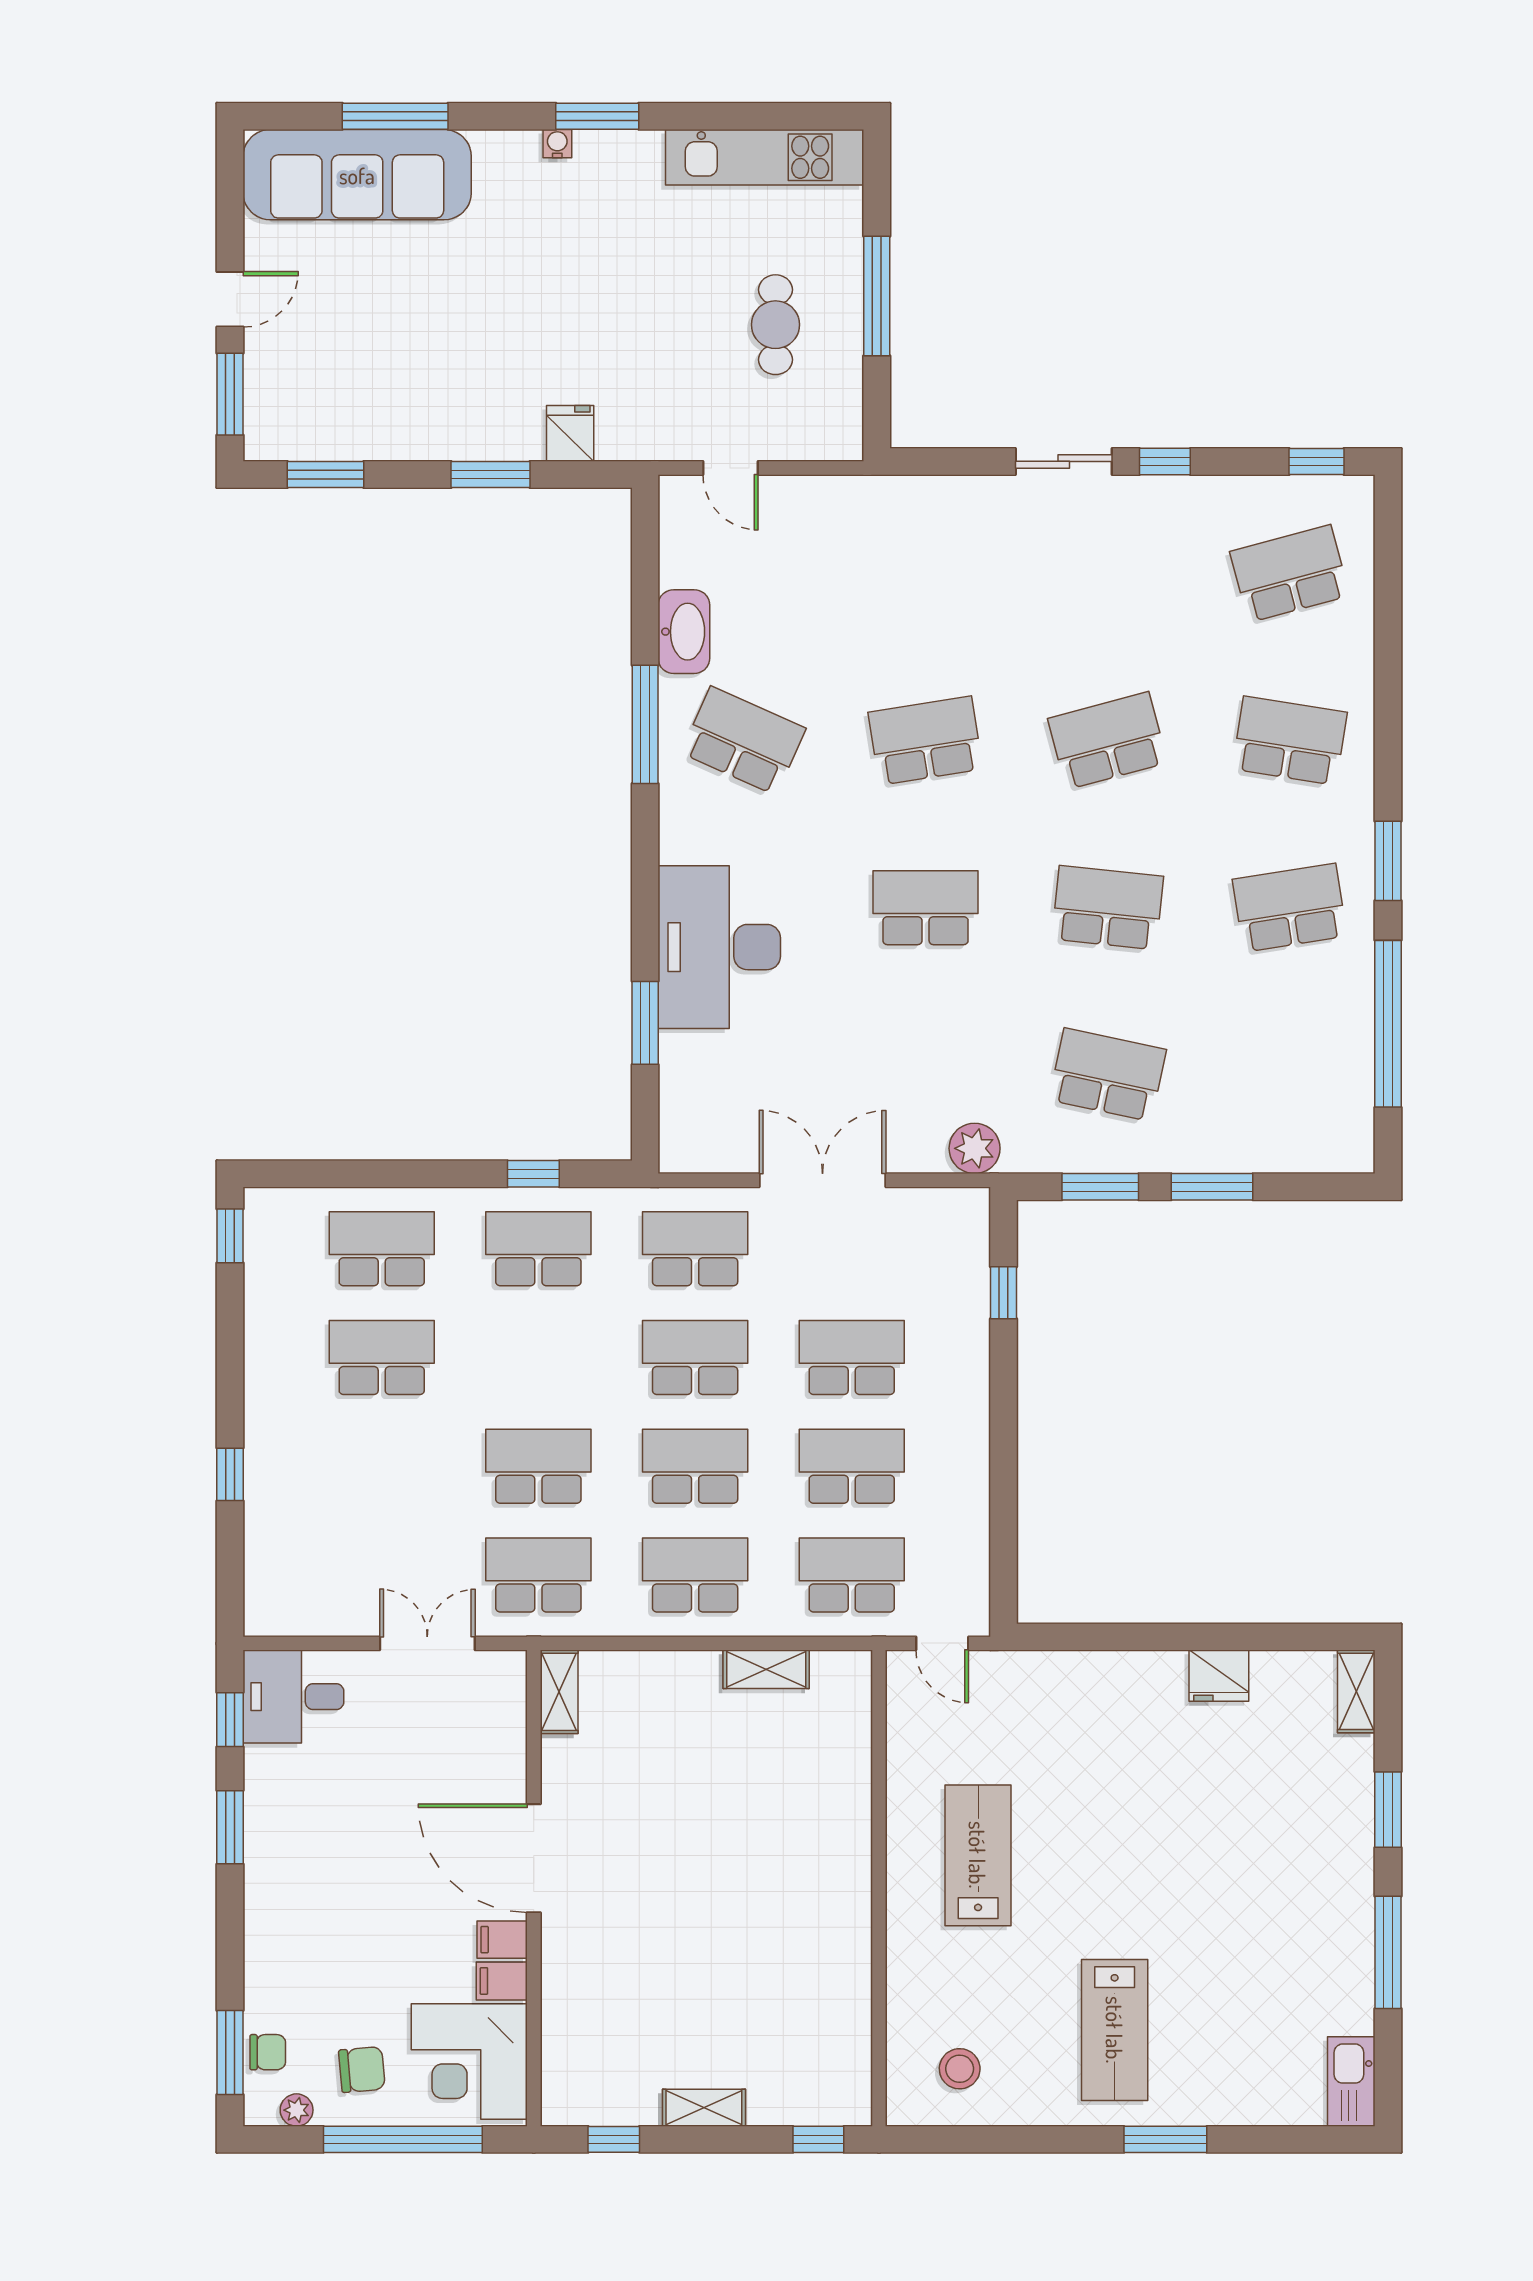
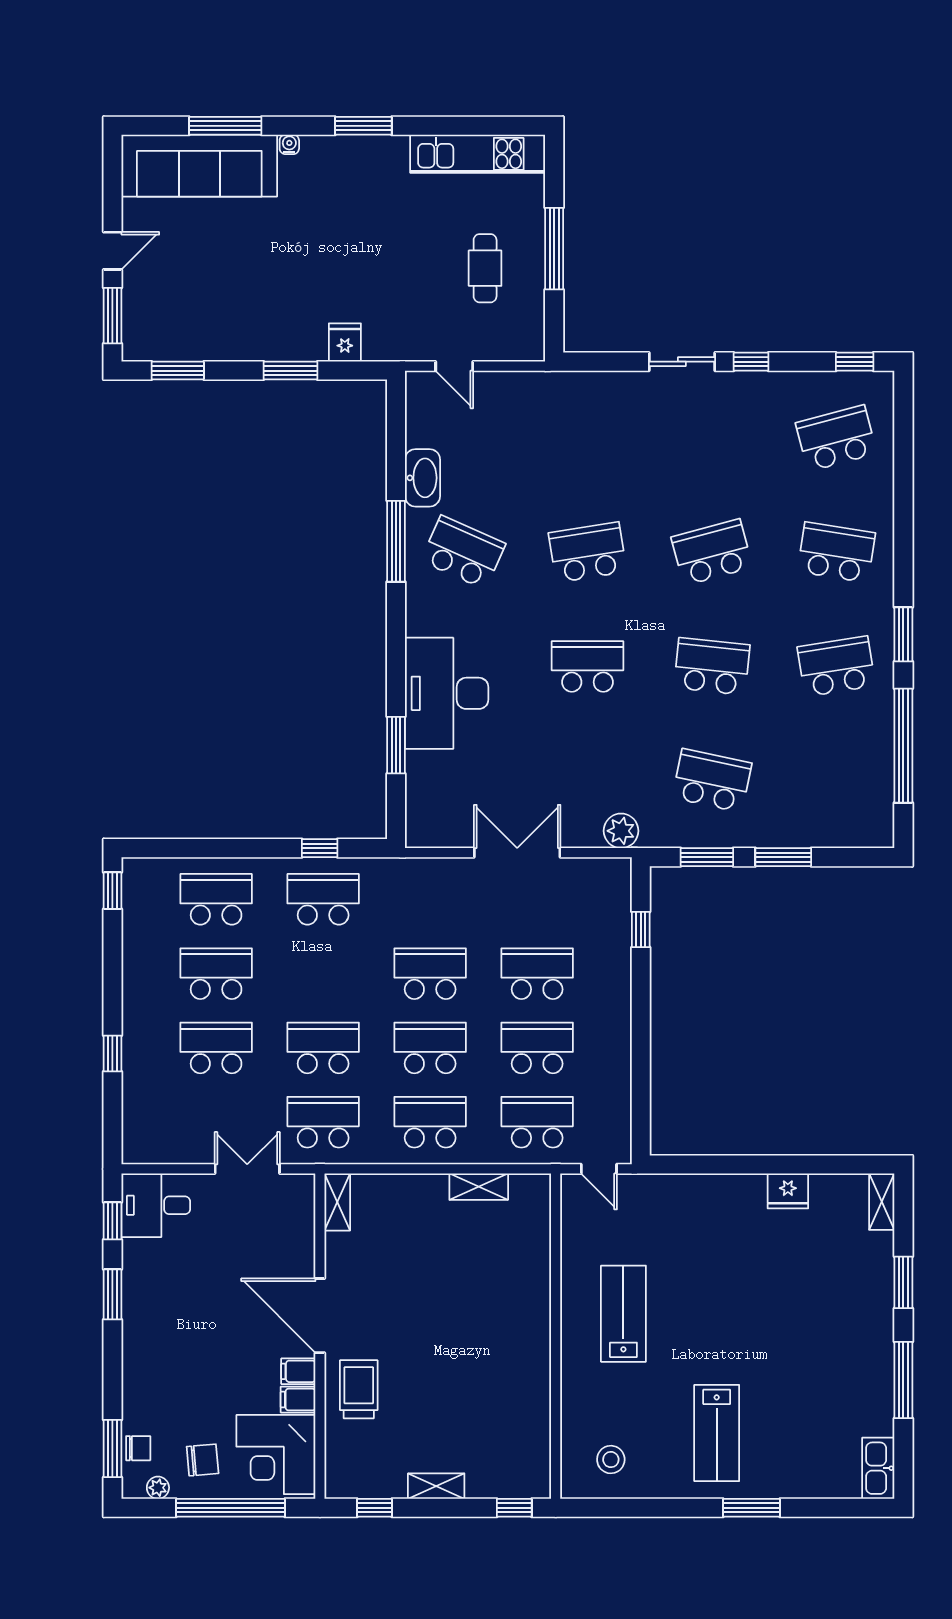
water cooler: (557, 144) -> (289, 144), moved
school desk: (695, 1249) -> (216, 1048), moved
trolley: (591, 1966) -> (359, 1389), added

